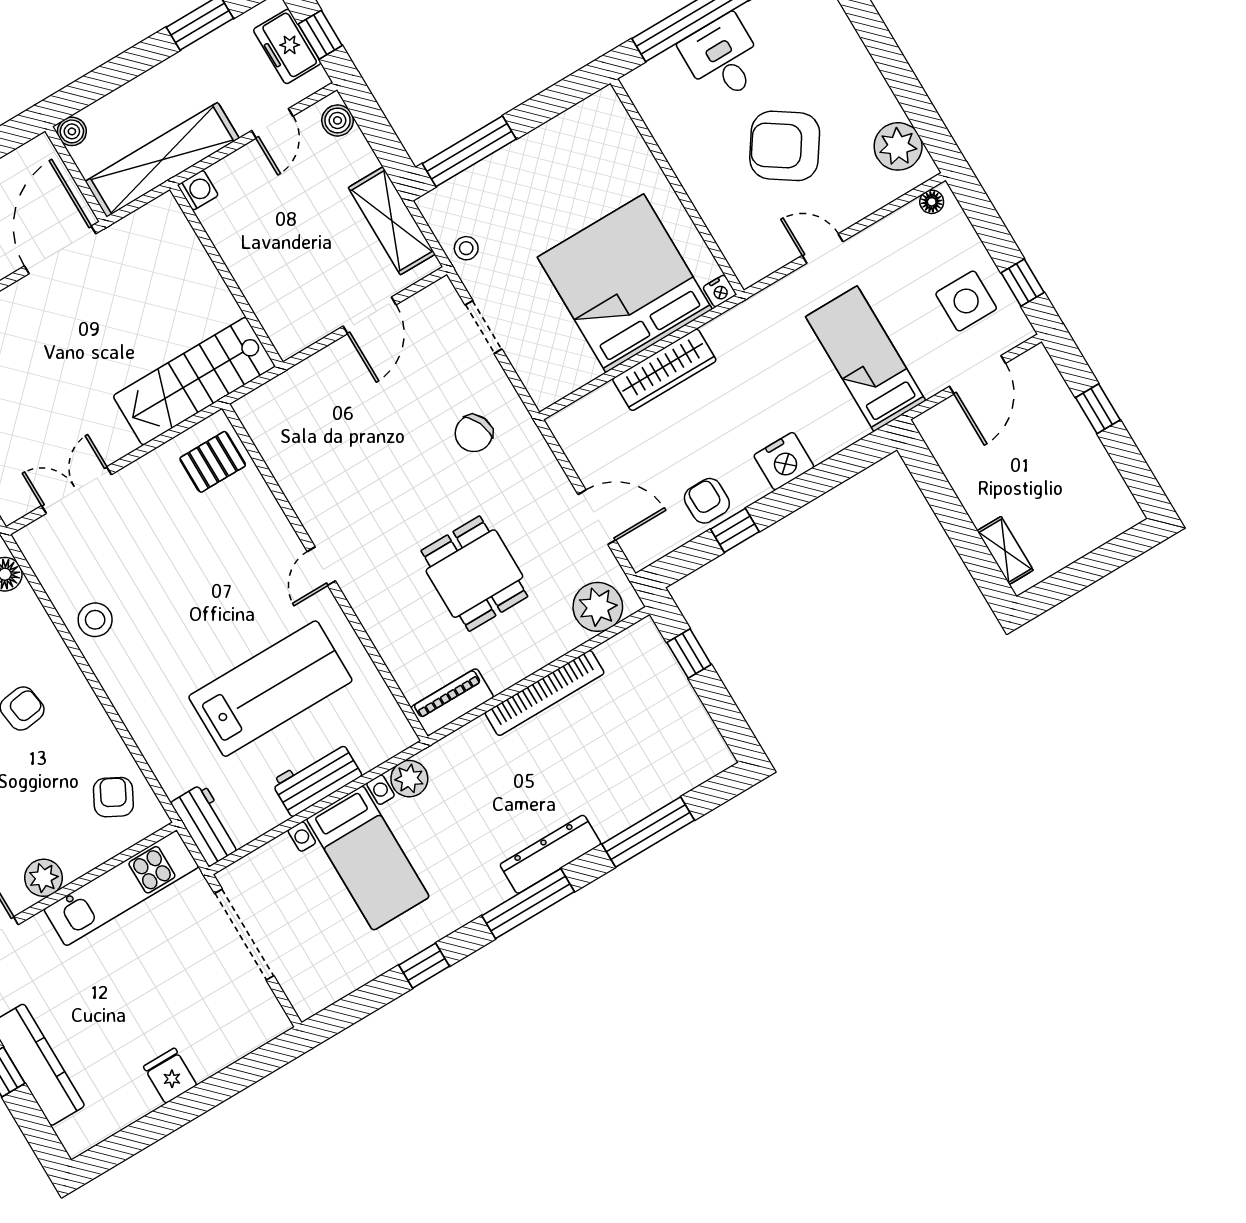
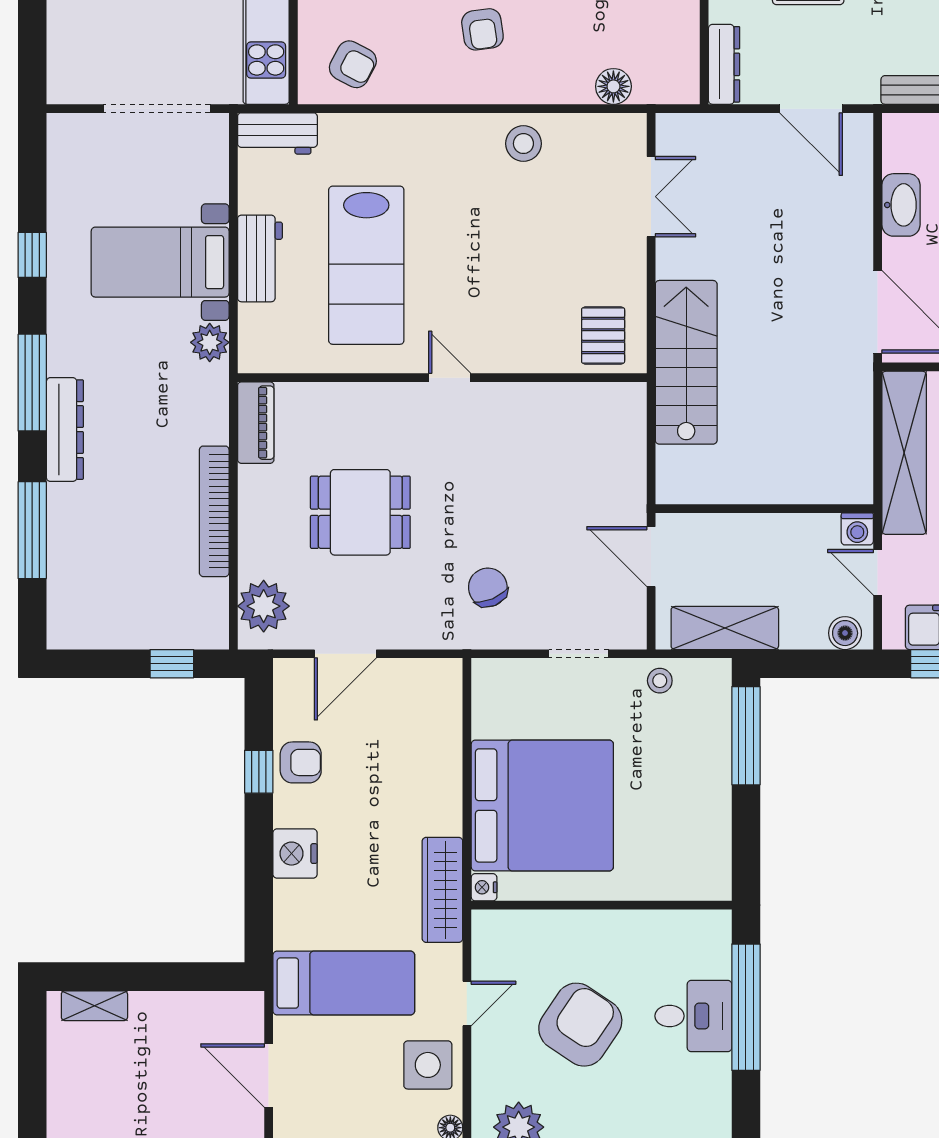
washing machine: (198, 190) -> (857, 529), moved
wall: (226, 276) -> (764, 509), moved
side table: (966, 301) -> (428, 1065), moved
wardrobe: (664, 370) -> (442, 890), moved

